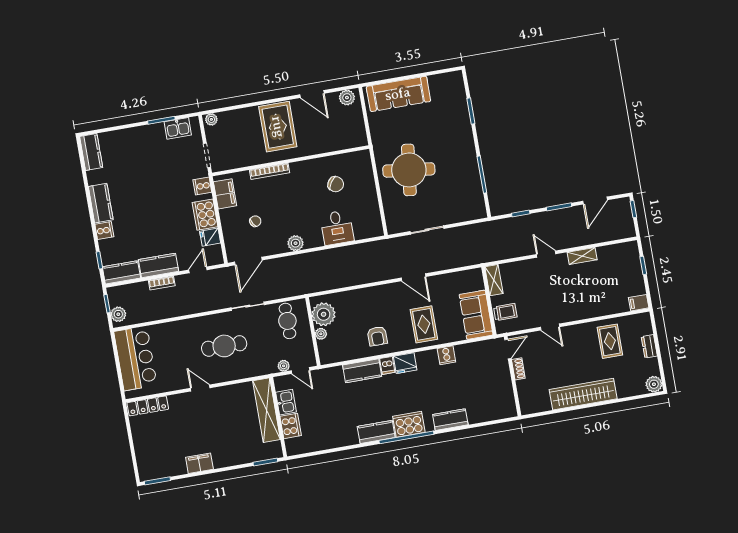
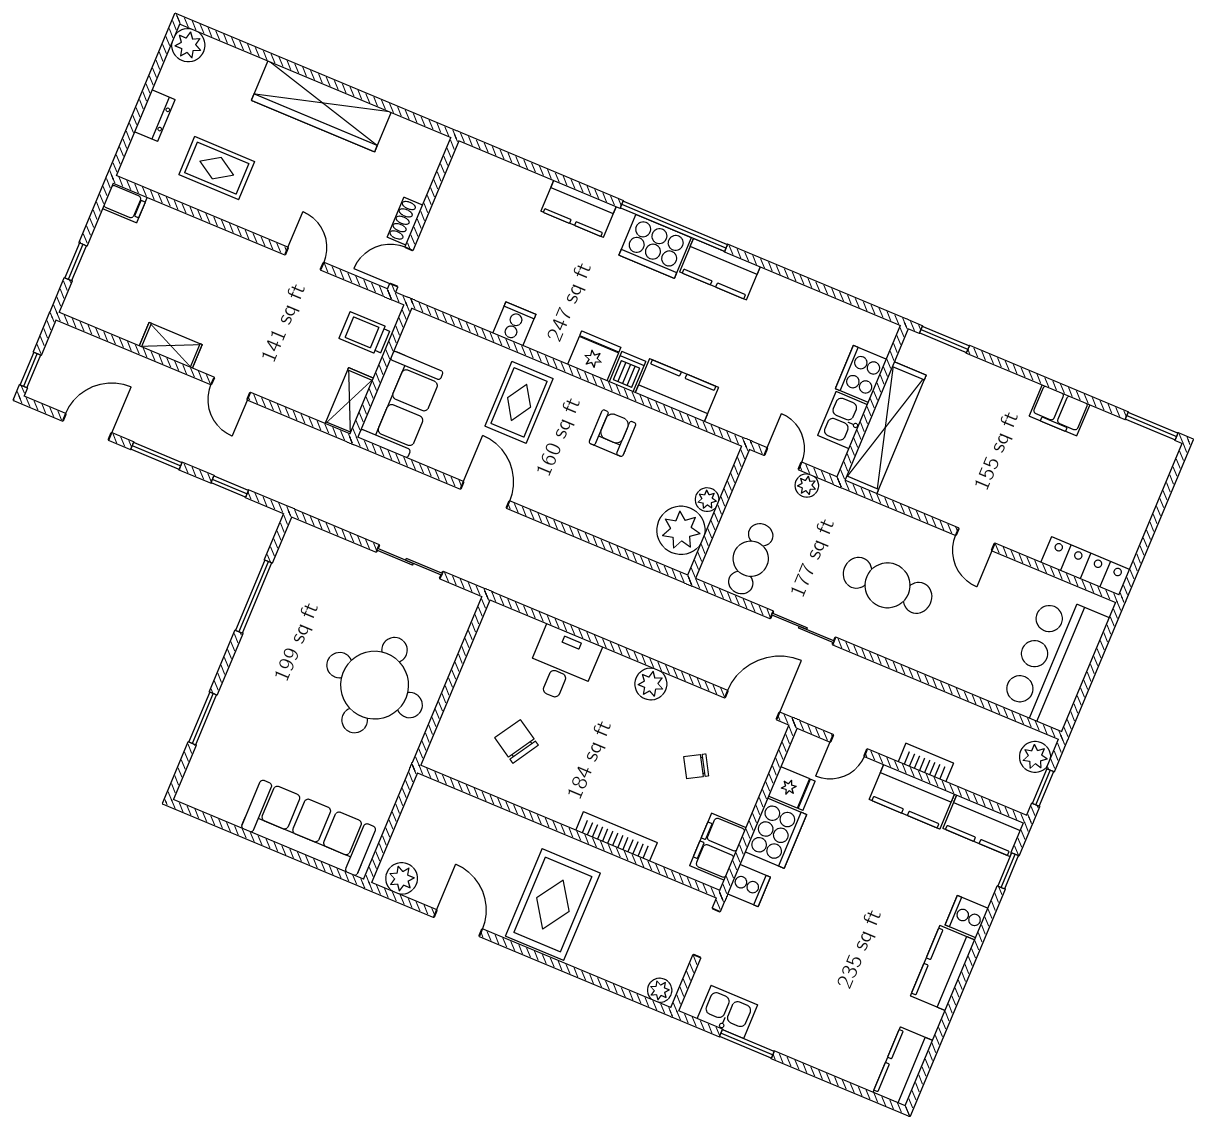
sofa: (476, 315) -> (400, 405), moved
rug: (610, 341) -> (217, 168), turned 90

